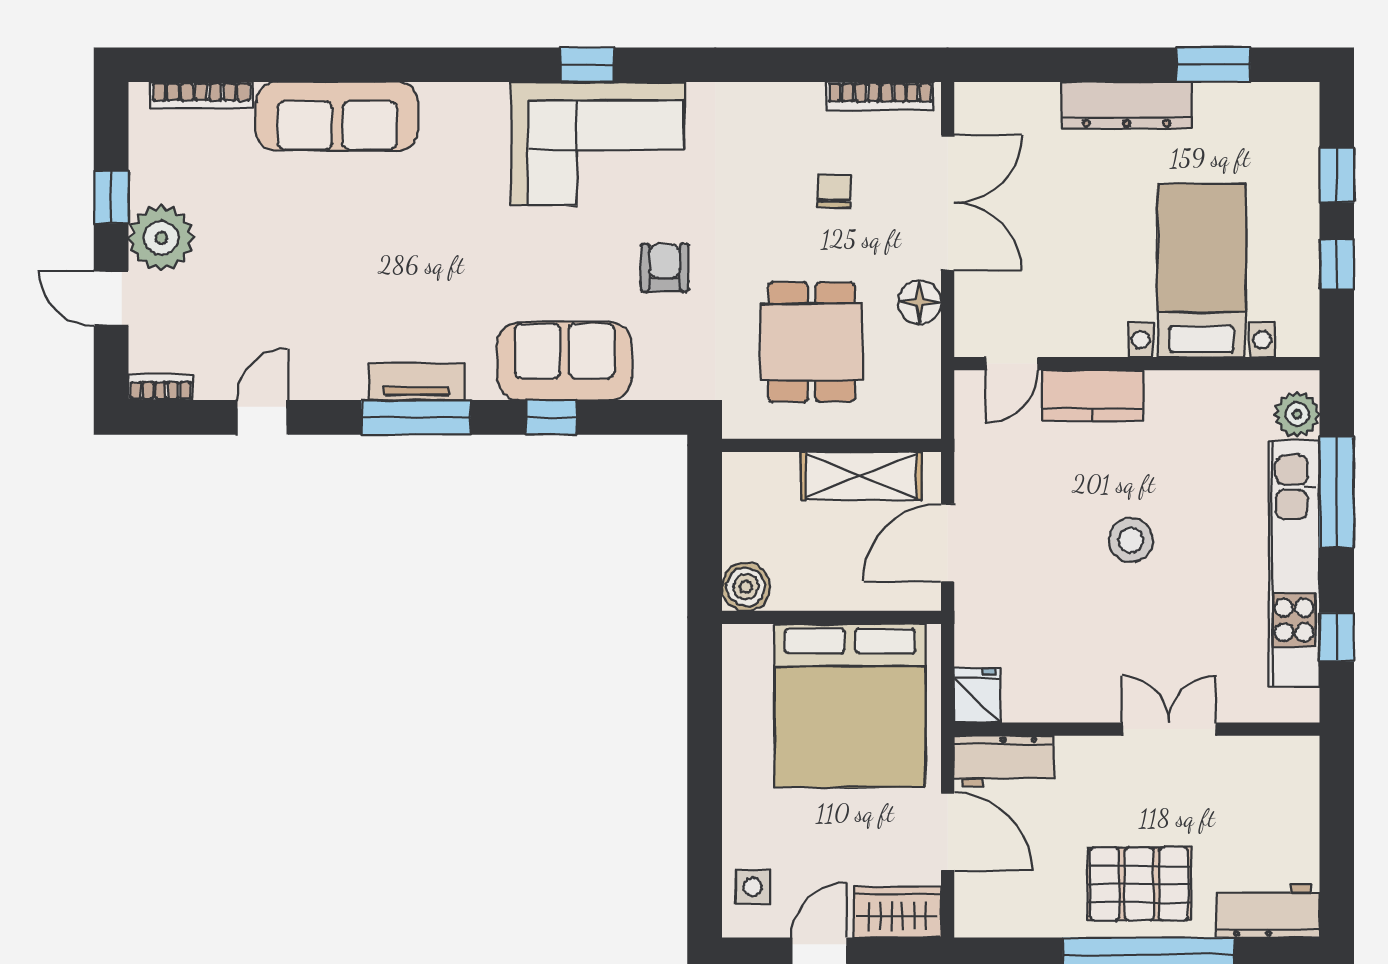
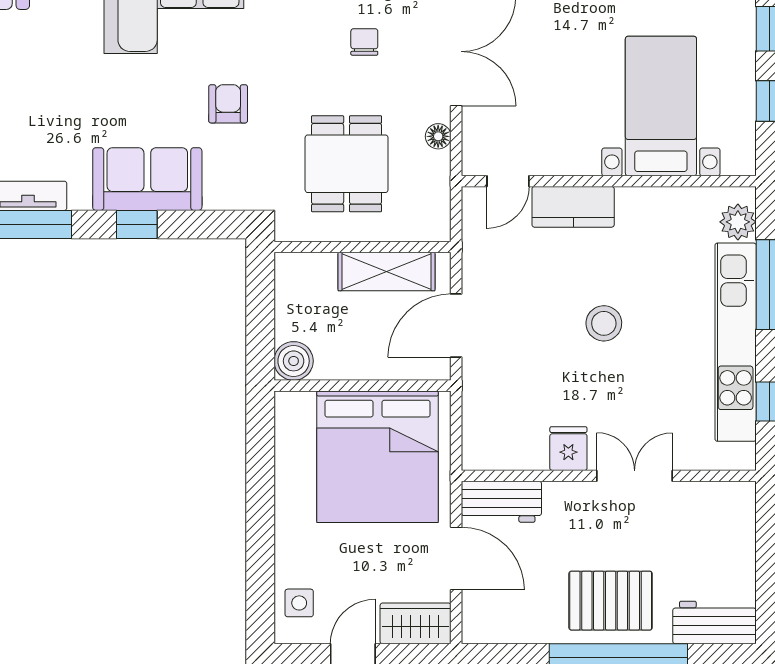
floor lamp: (919, 302) -> (438, 136), width x0.73, depth x0.73
fridge: (977, 695) -> (568, 449), moved

